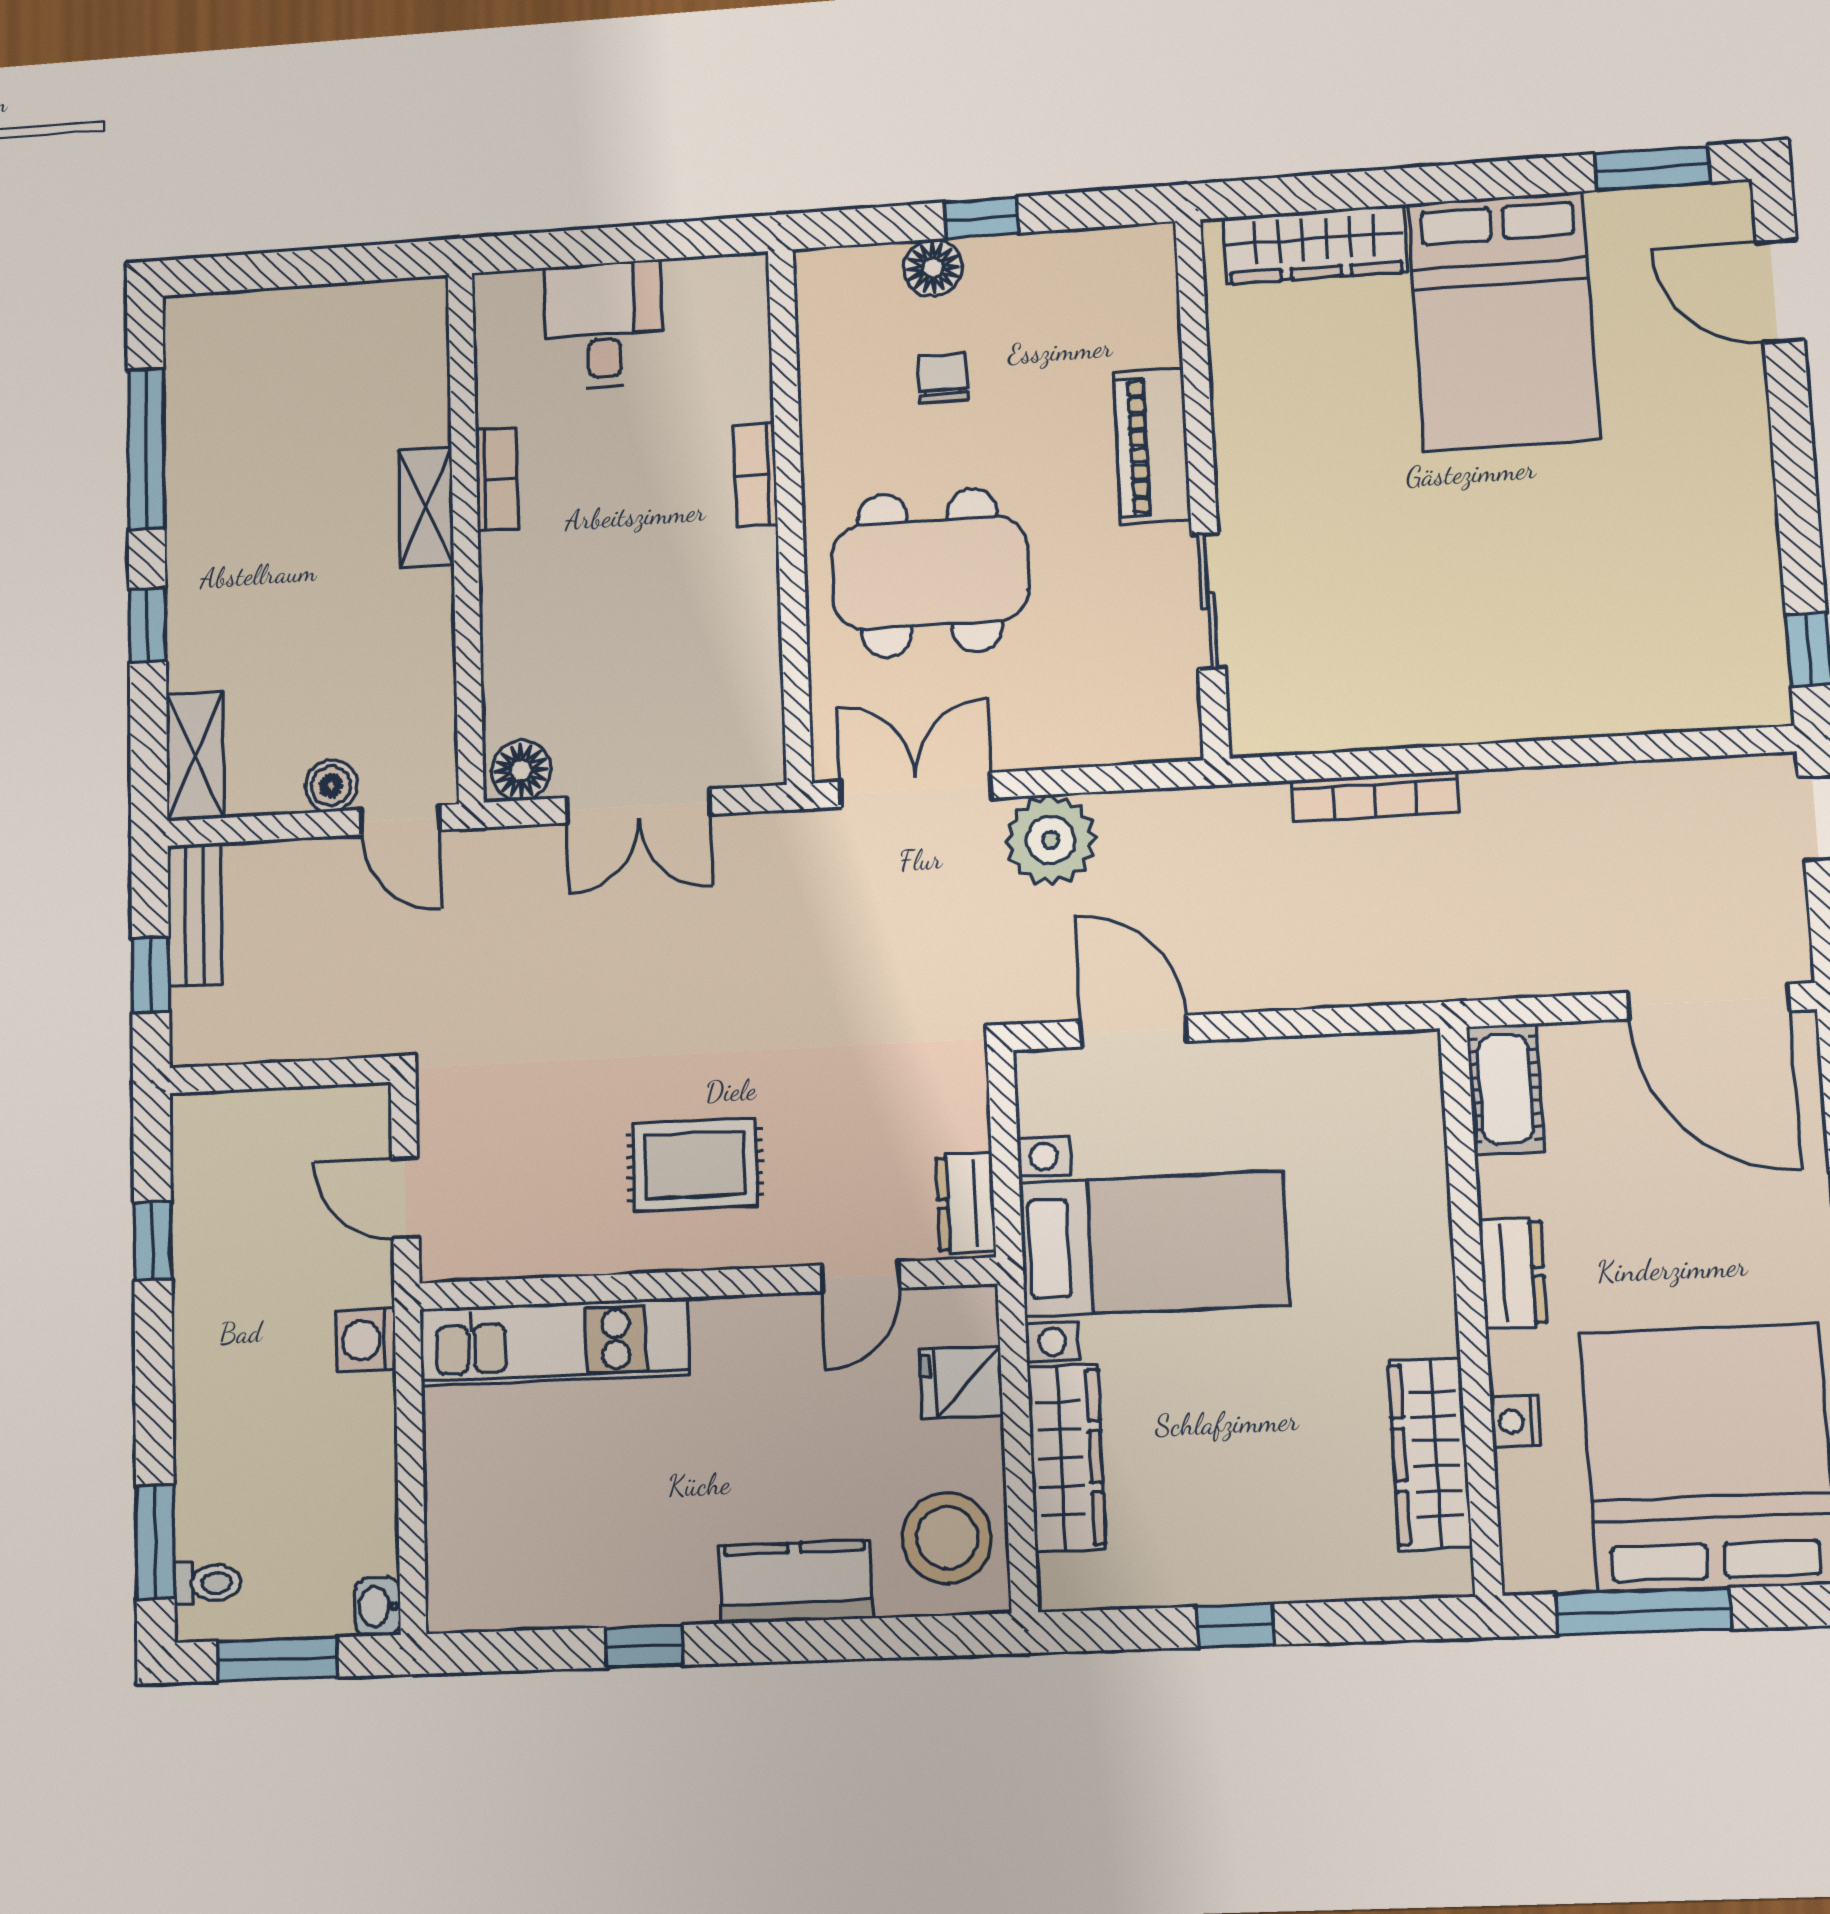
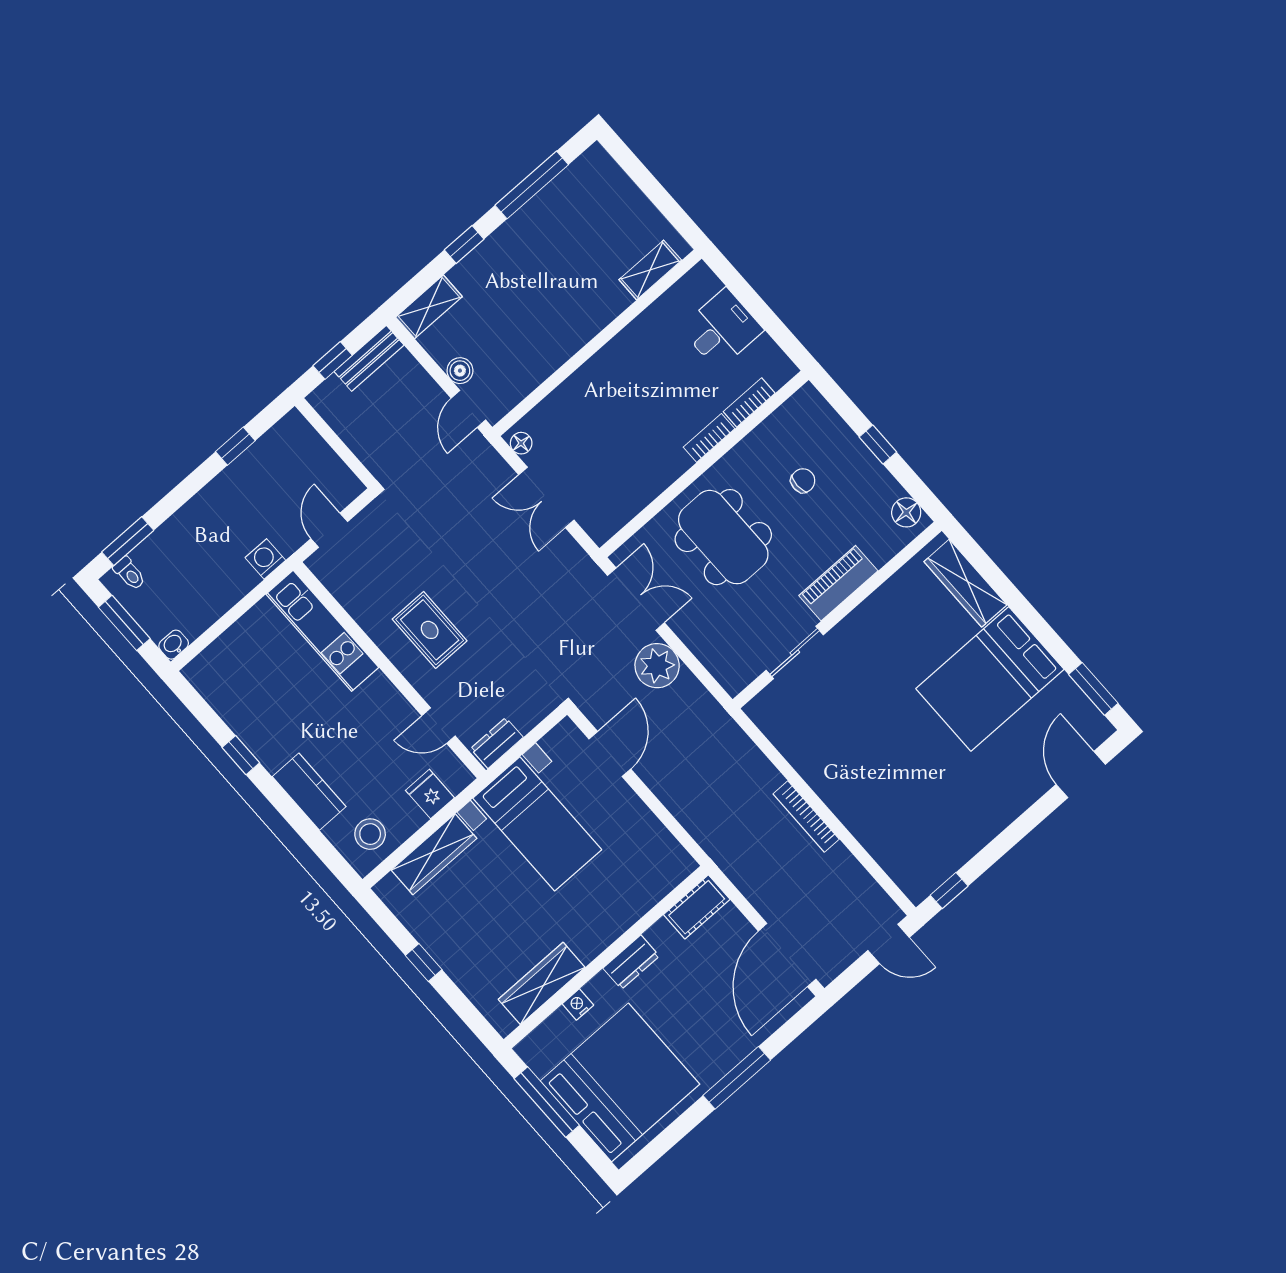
floor lamp: (933, 268) -> (906, 512), moved
bookcase: (497, 479) -> (749, 402), moved, turned 180
shelving: (426, 507) -> (650, 270), moved
floor lamp: (521, 771) -> (521, 443), width x0.73, depth x0.73
bookcase: (1375, 796) -> (806, 816), moved
stool: (947, 1538) -> (370, 834), width x0.73, depth x0.73

